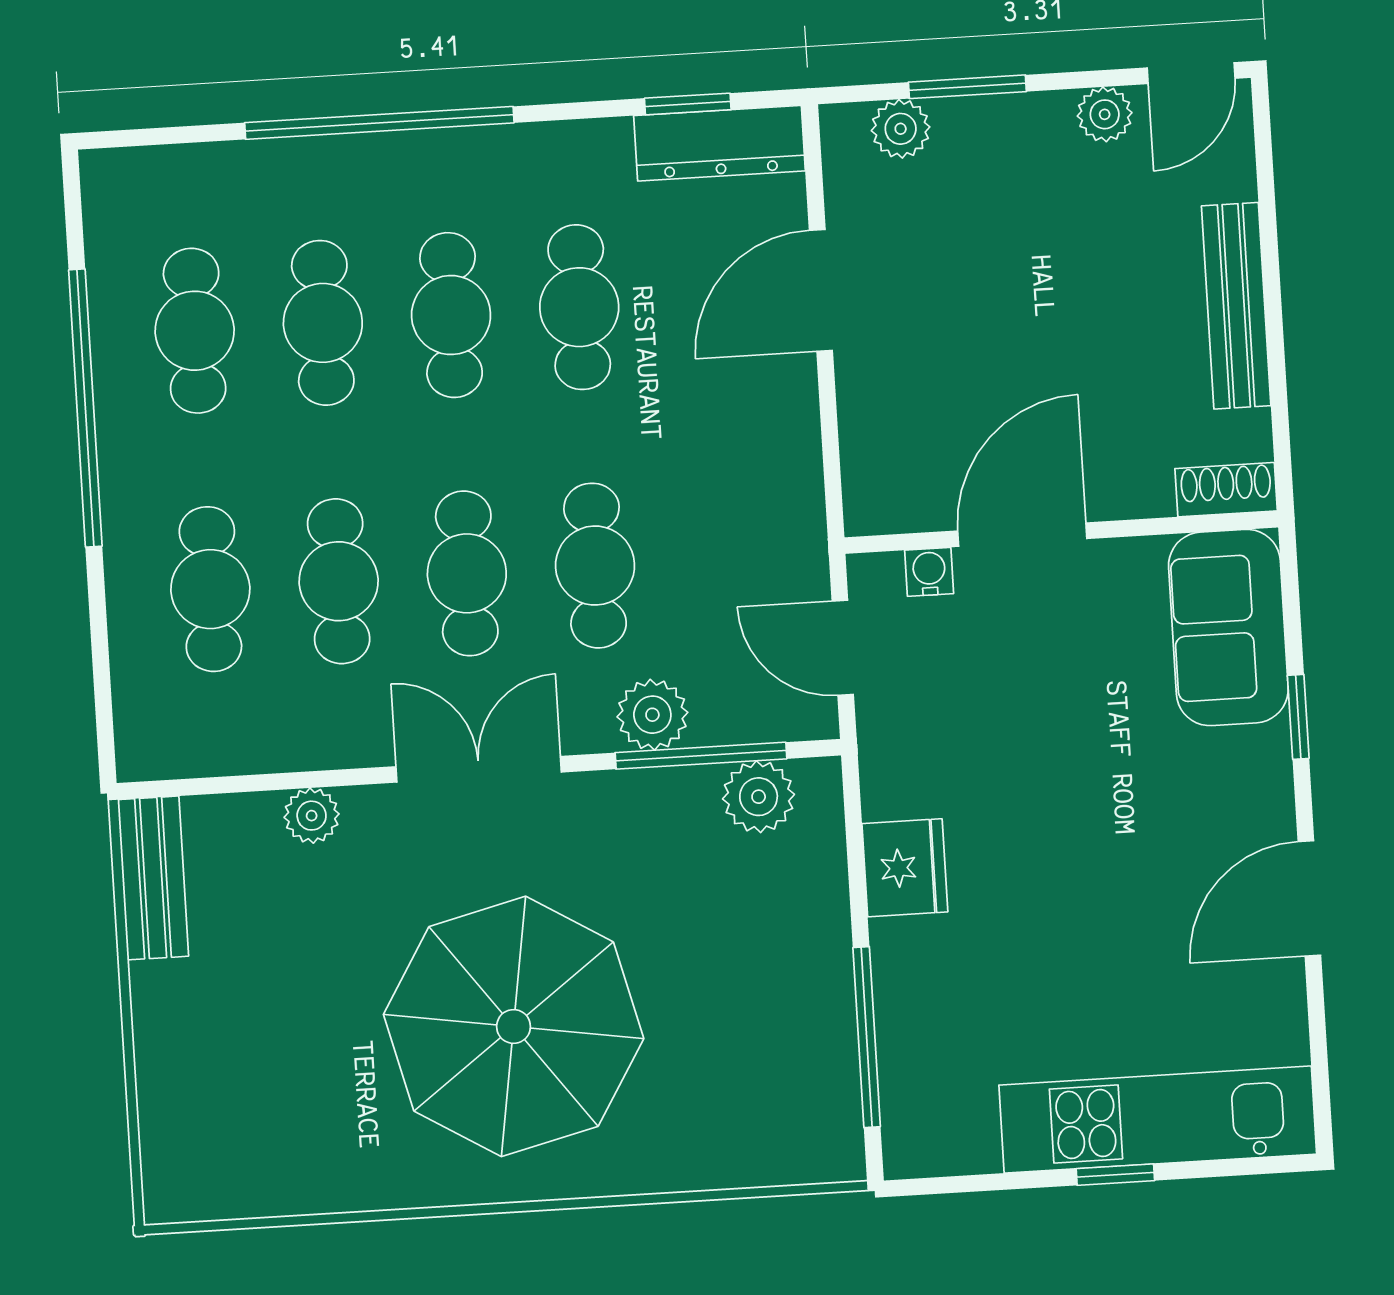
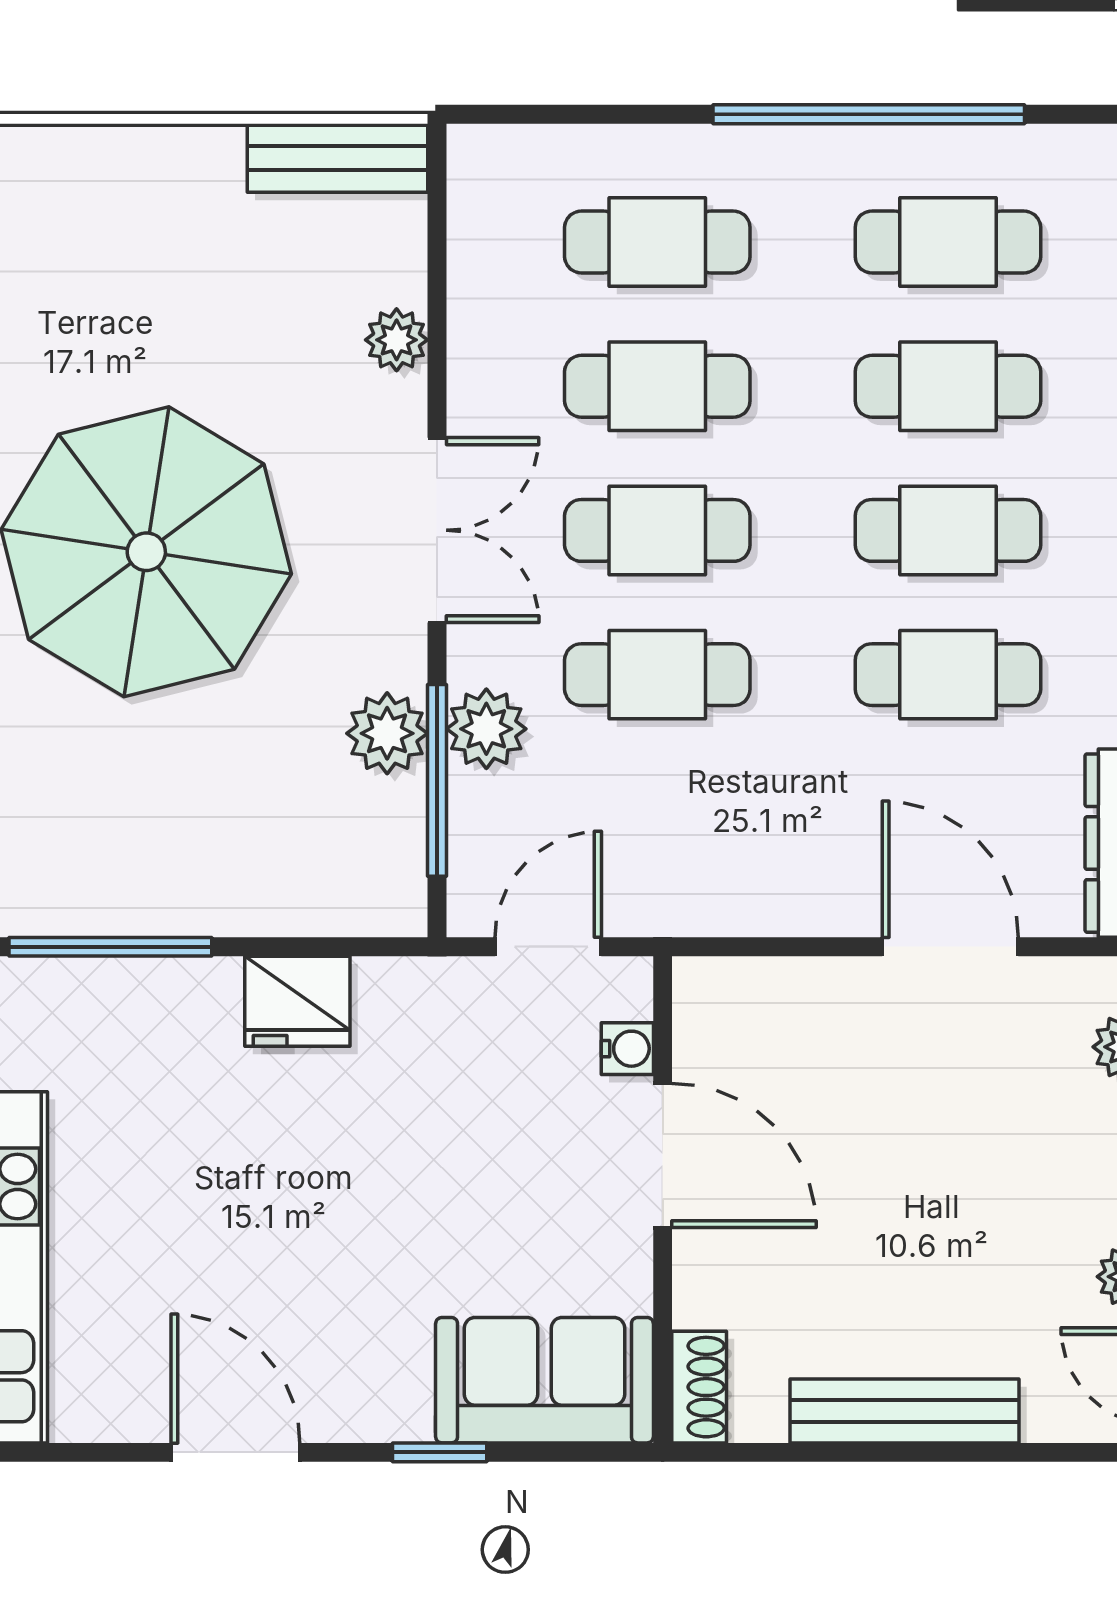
plant: (759, 797) -> (387, 733), moved

